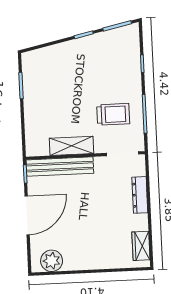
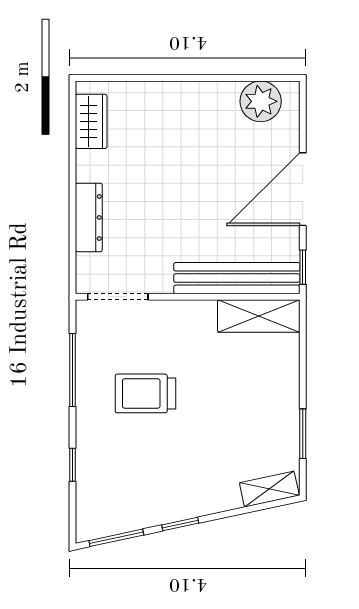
shelving: (37, 56) -> (269, 489), added
trolley: (113, 114) -> (145, 393), moved
shelving: (71, 146) -> (259, 316), moved

